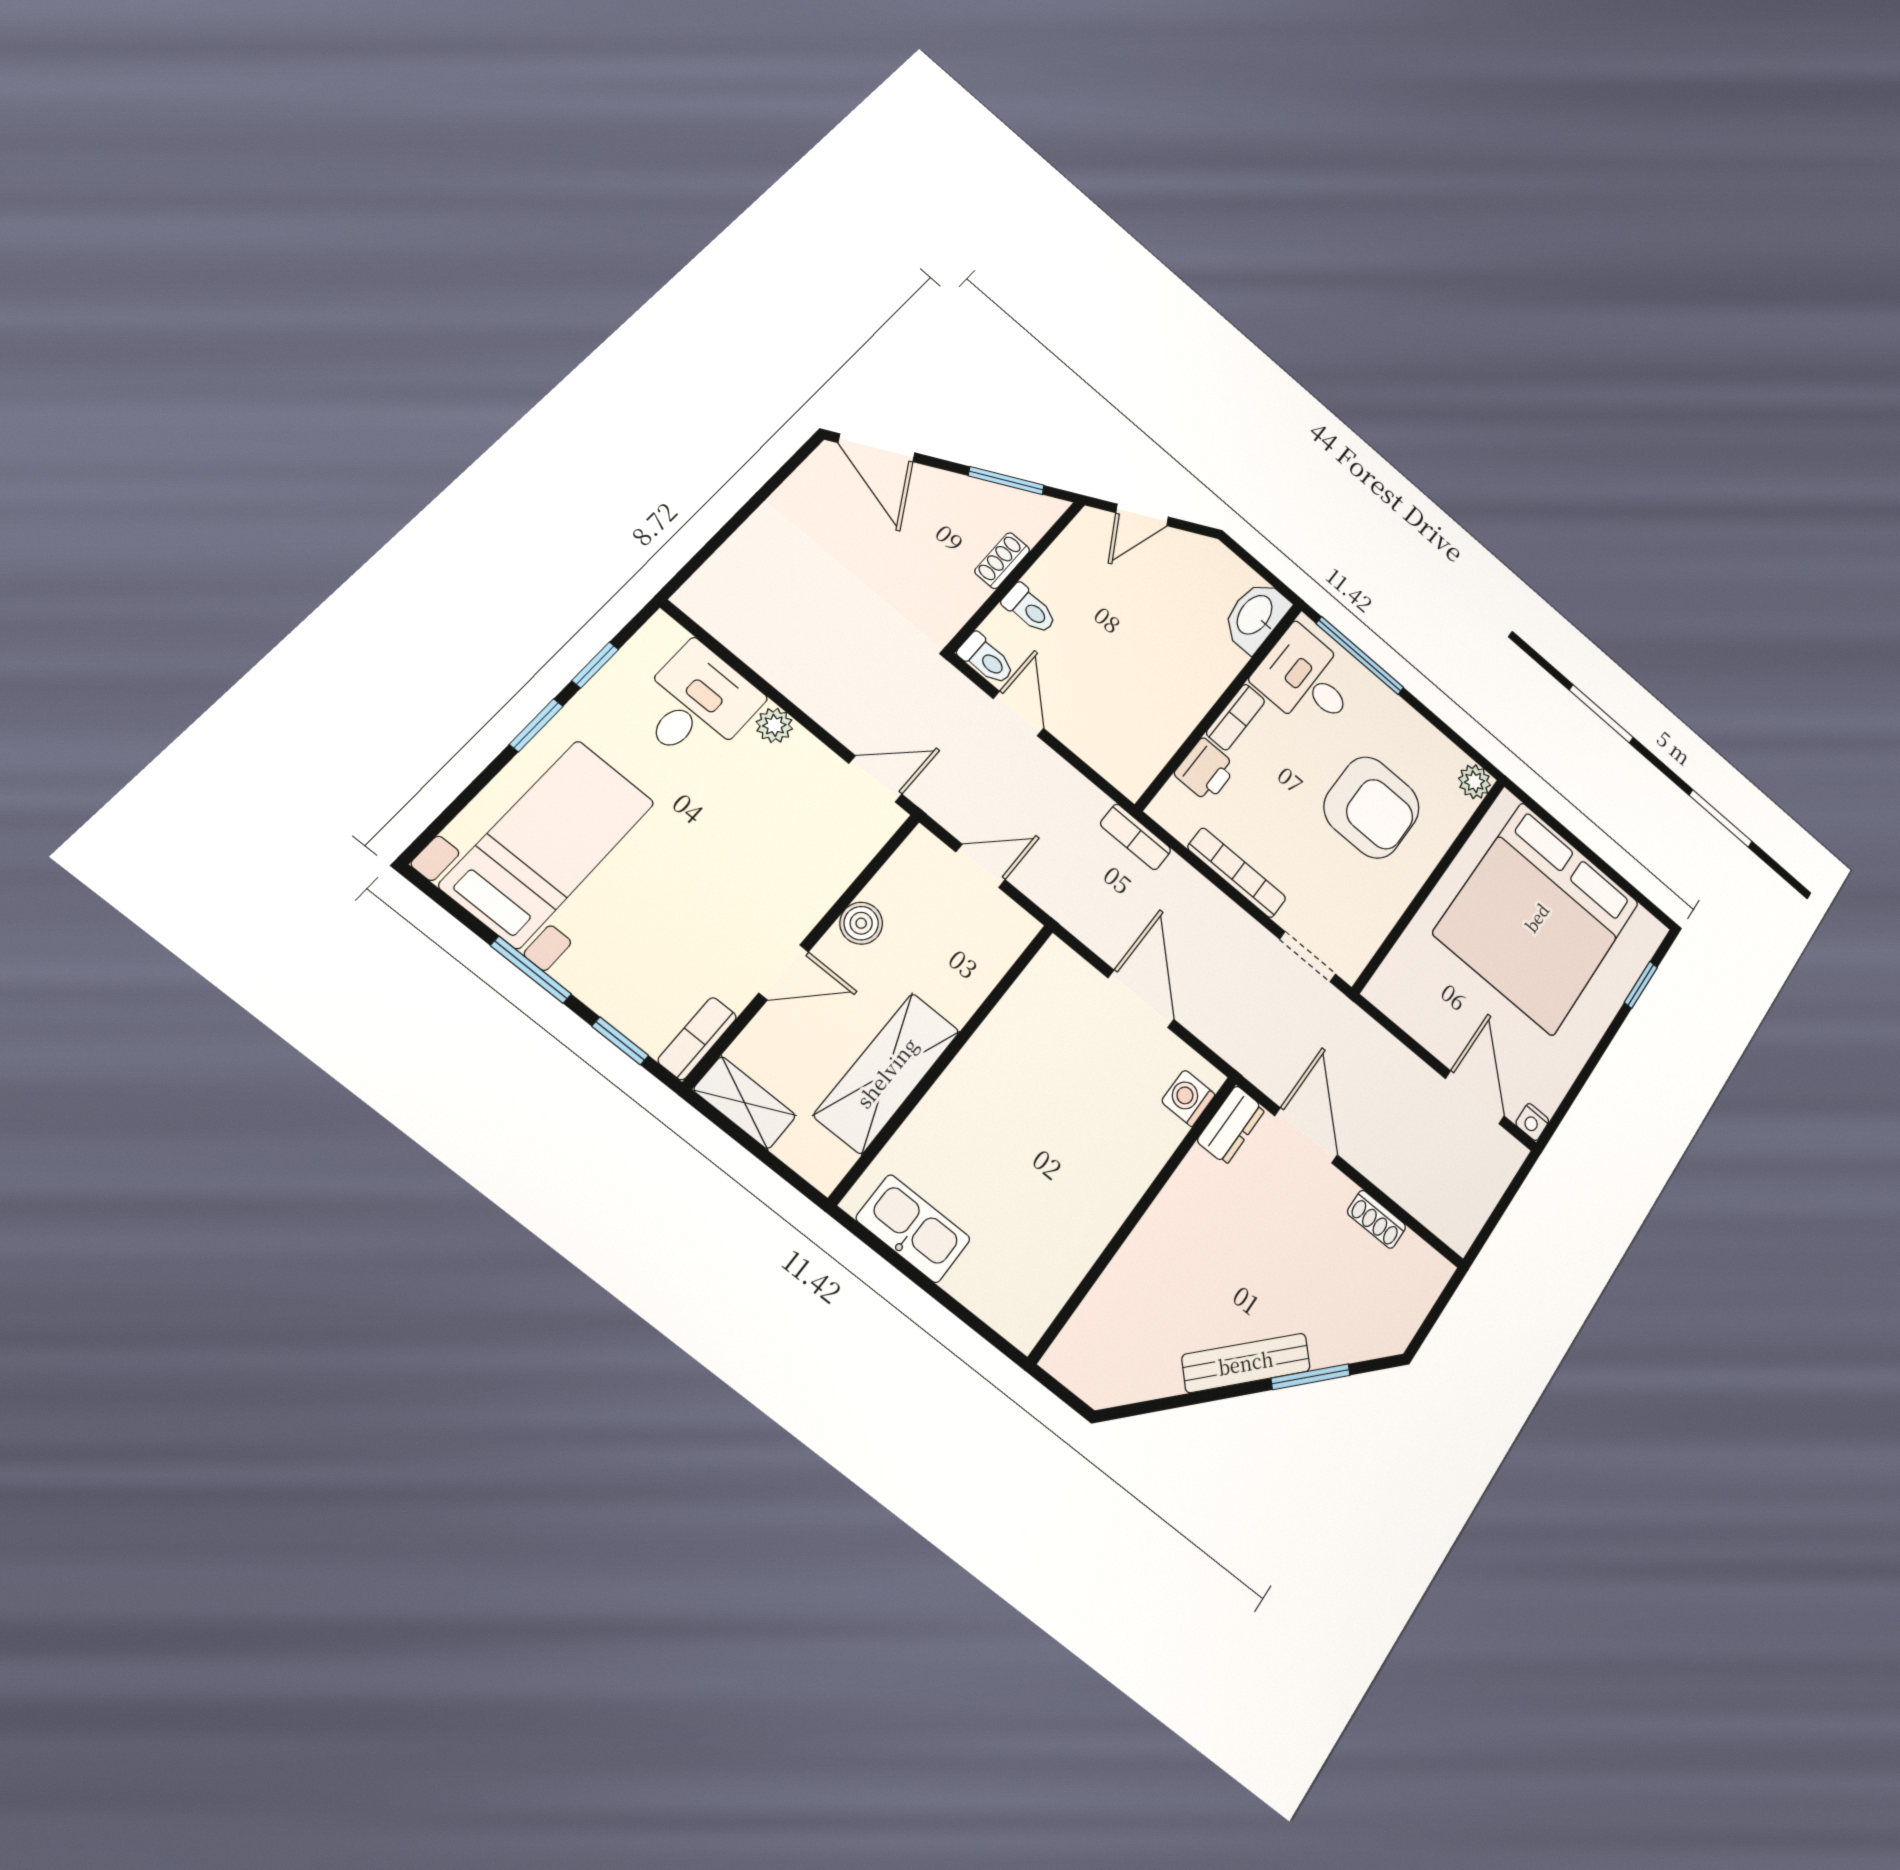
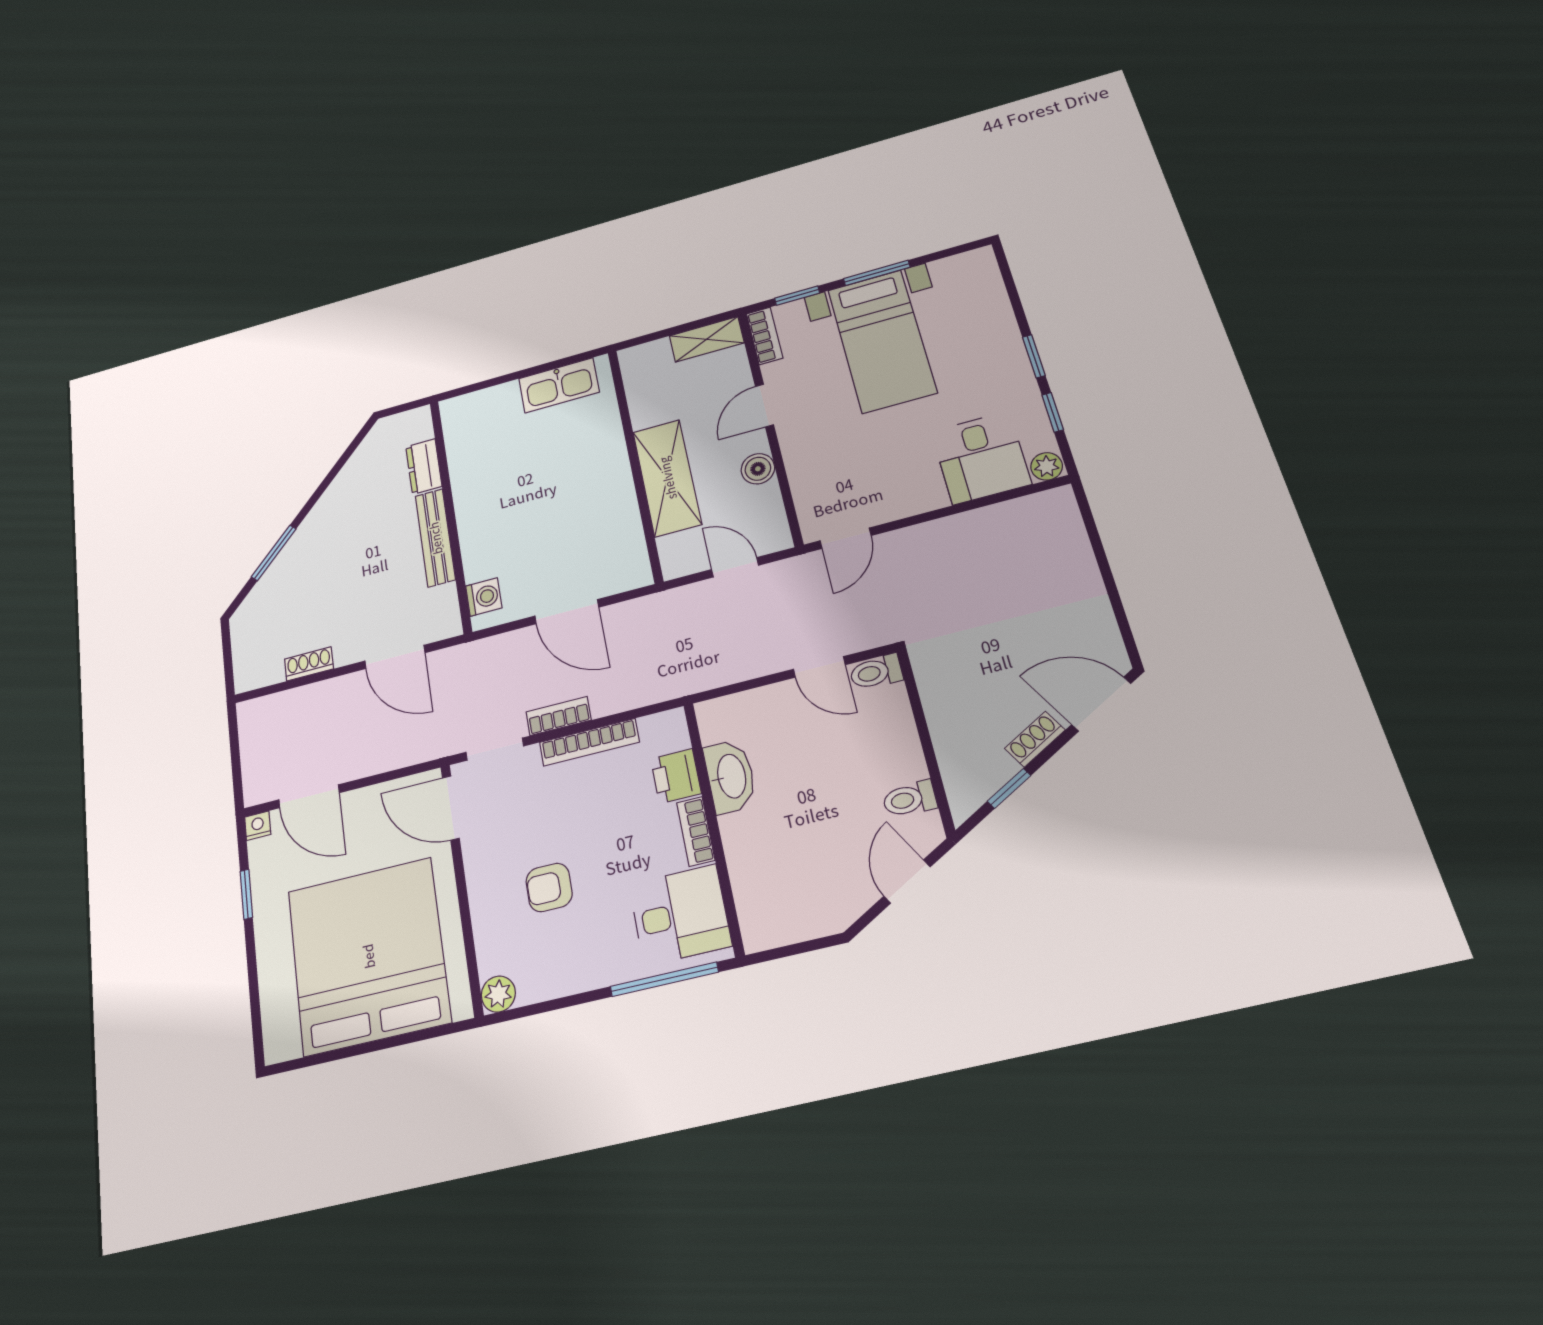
window: (1006, 481) -> (1009, 788), width x0.67
shoe rack: (1002, 561) -> (1035, 739), moved, turned -119
toilet: (1030, 609) -> (910, 799), moved
washbasin: (1256, 616) -> (730, 776), moved
plant: (774, 725) -> (1047, 466), moved
armchair: (1372, 807) -> (549, 887), width x0.53, depth x0.53
bookcase: (1136, 837) -> (559, 716), moved
bed with nightstands: (548, 844) -> (882, 341), moved
door: (980, 866) -> (735, 567), swing flipped
door: (1382, 953) -> (451, 808), added
window: (1641, 985) -> (246, 894), moved
shelving: (887, 1073) -> (667, 478), moved
dresser: (1231, 1125) -> (424, 467), moved
bench: (1246, 1363) -> (435, 538), moved, turned -45

